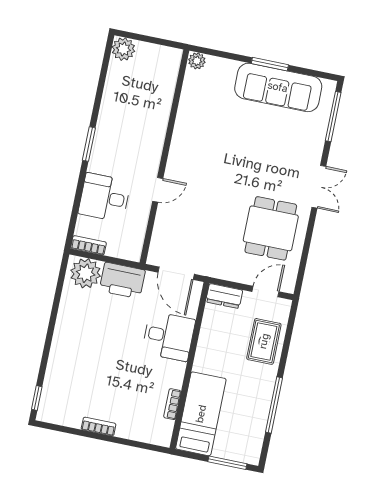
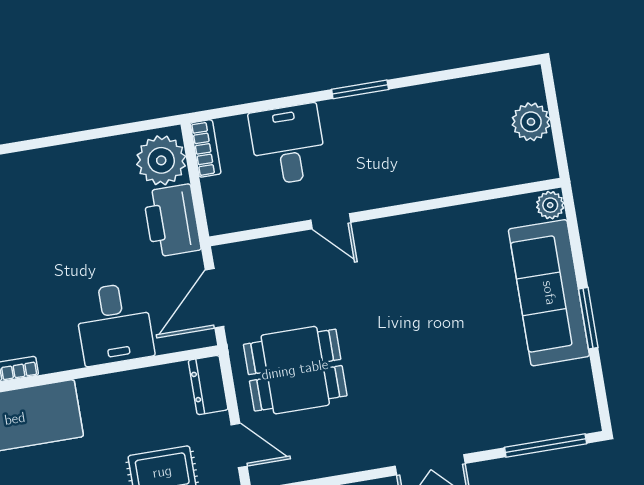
plant: (123, 49) -> (531, 122), moved
sofa: (278, 87) -> (549, 293), moved
dining table: (271, 228) -> (295, 370), moved

